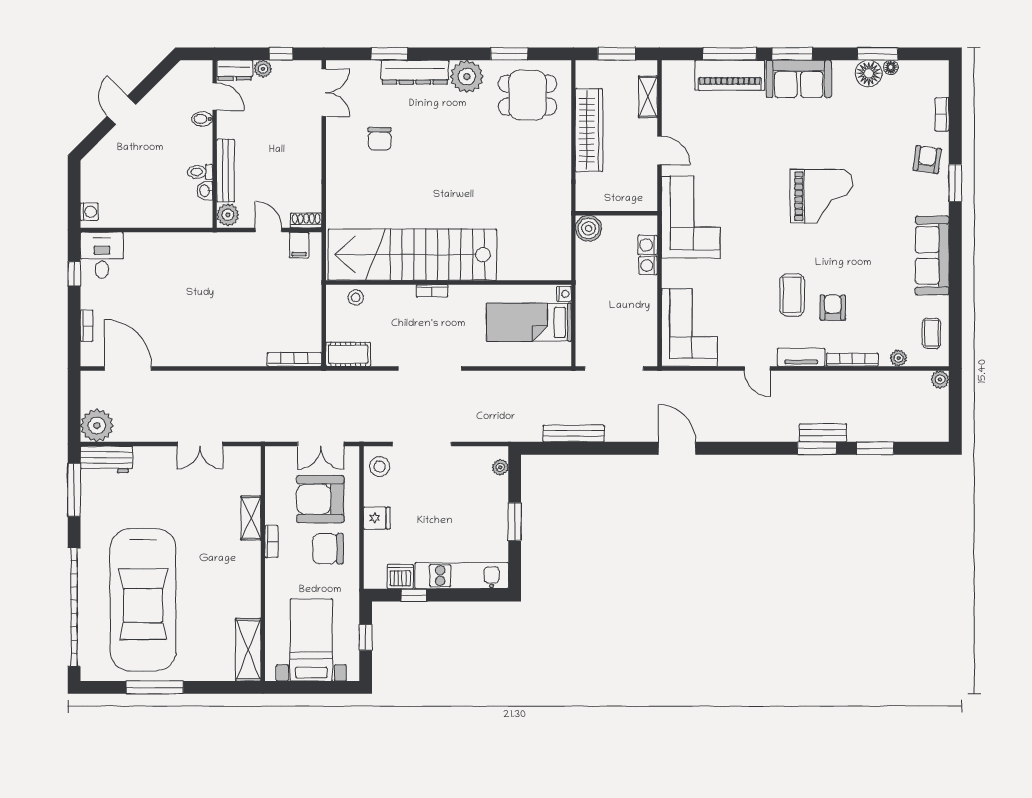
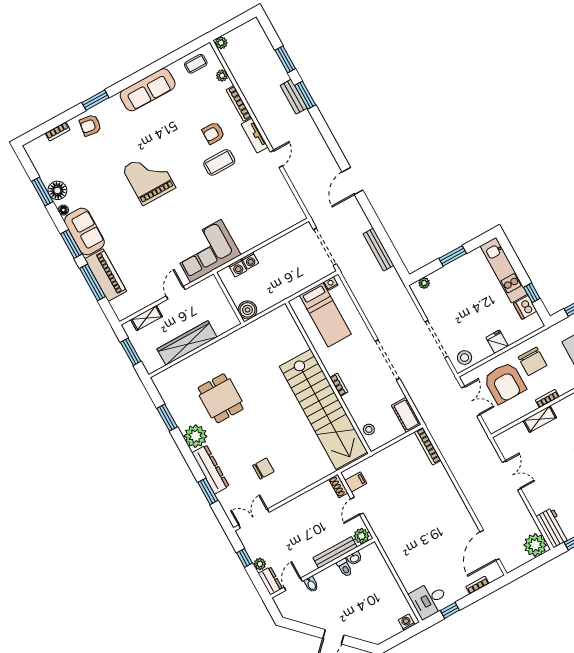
floor lamp: (891, 67) -> (63, 210), moved
dining table: (528, 95) -> (221, 398), moved
nightstand: (564, 294) -> (331, 283), moved
corner sofa: (689, 328) -> (274, 214), removed

